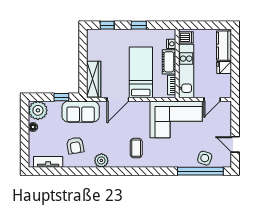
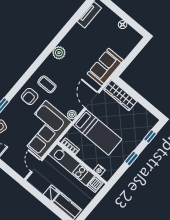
cot: (169, 62) -> (88, 158), removed
window: (61, 97) -> (127, 62), removed
plant: (38, 110) -> (72, 115), moved, width x0.53, depth x0.53
armchair: (75, 146) -> (30, 96), moved, turned -80

